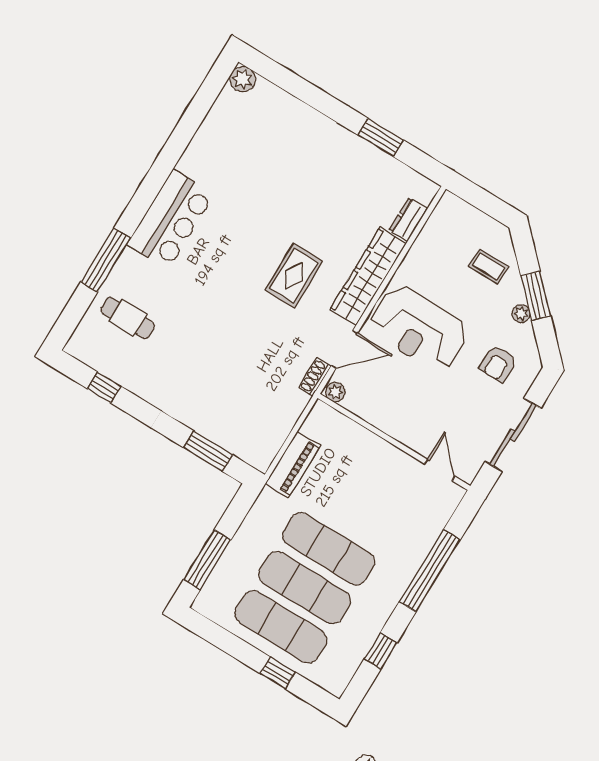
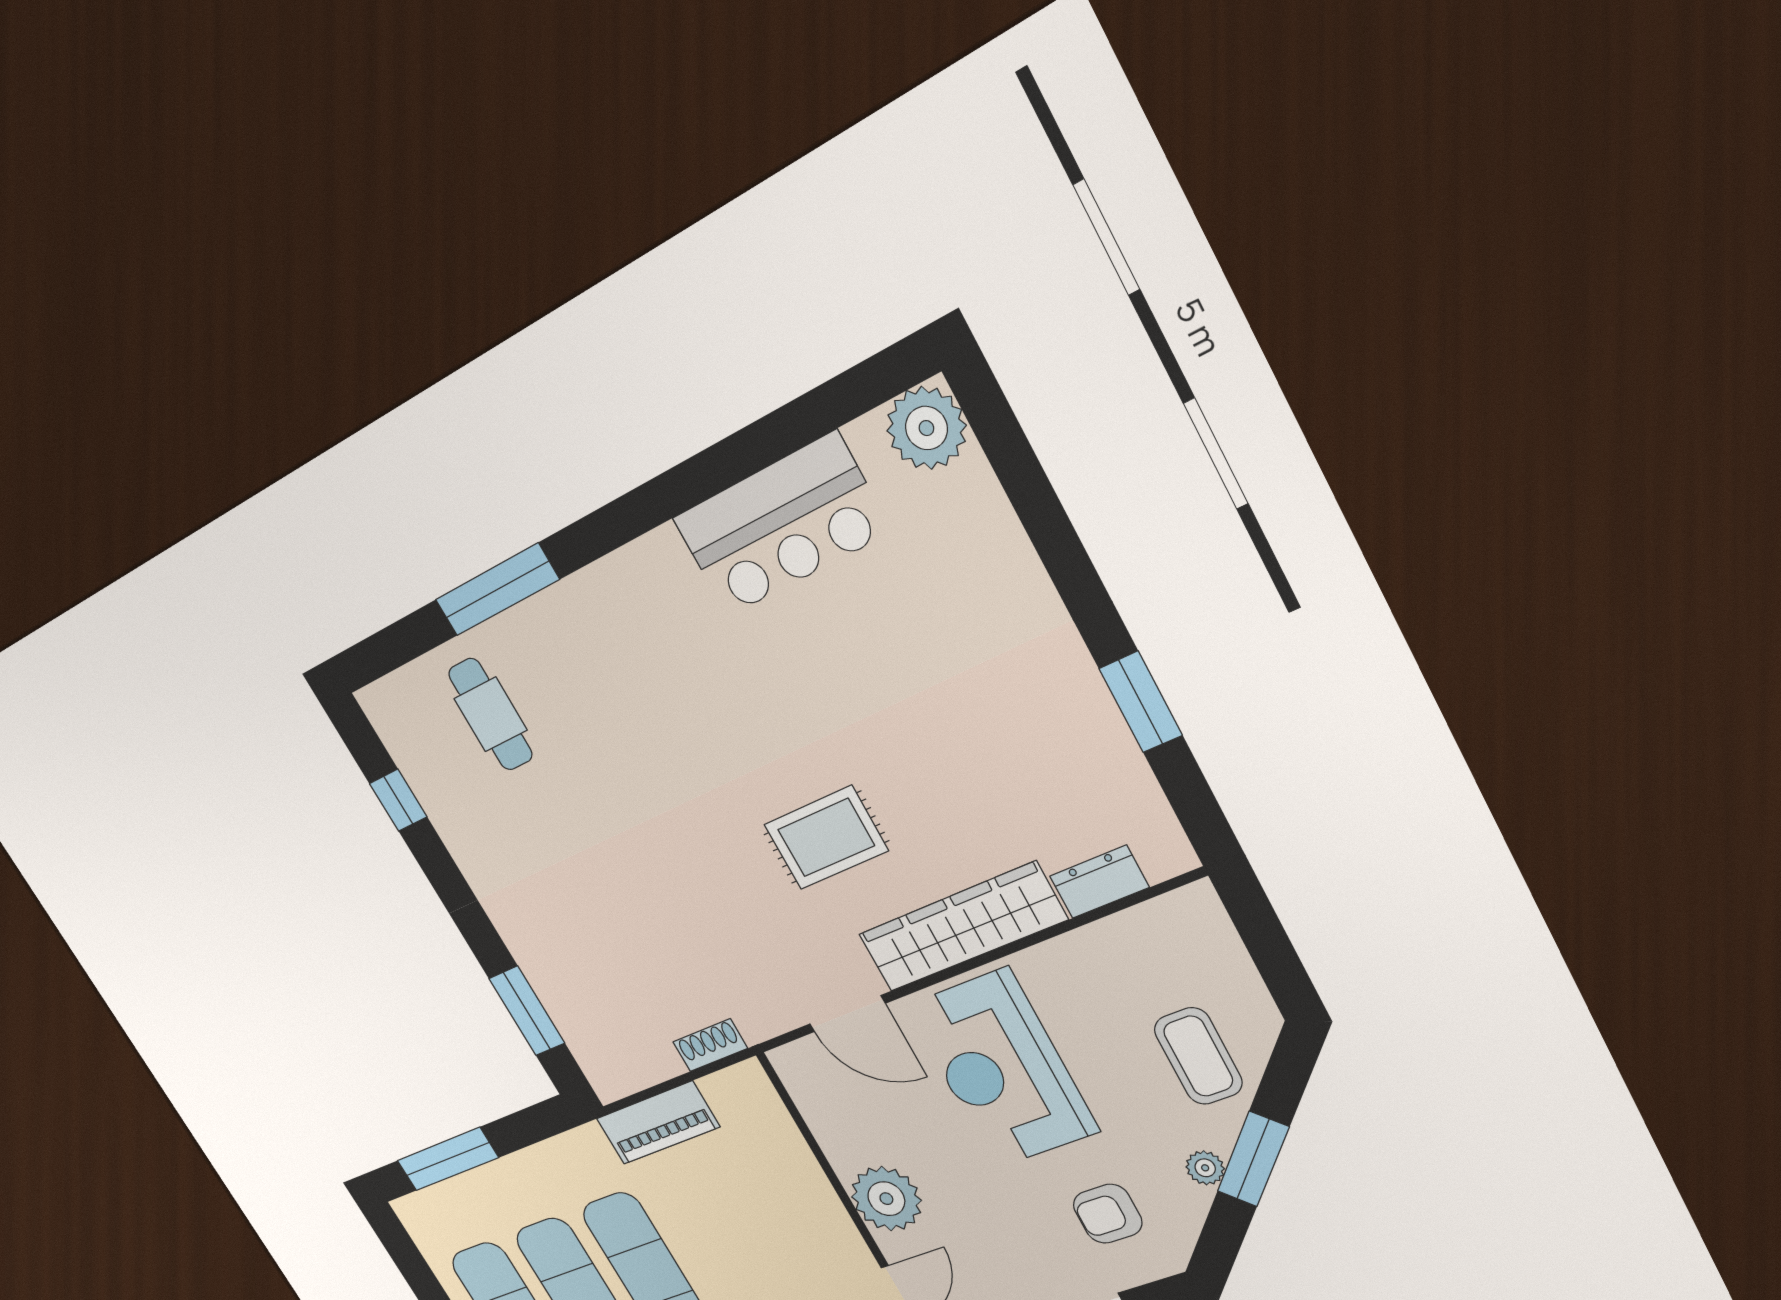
plant: (243, 79) -> (926, 428), width x1.36, depth x1.36
bar counter: (171, 220) -> (781, 525), moved
coffee table: (488, 266) -> (1198, 1056), width x1.36, depth x1.30
shoe rack: (315, 377) -> (710, 1045), moved
plant: (335, 392) -> (886, 1199), moved, width x1.87, depth x1.87

